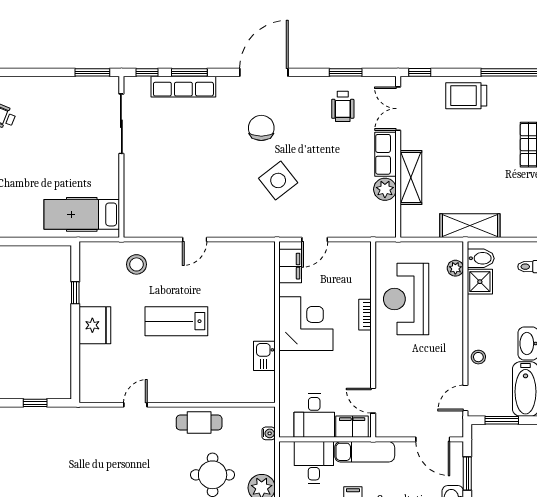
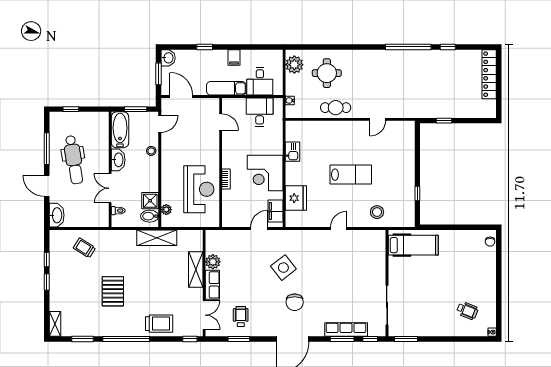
fridge: (95, 325) -> (296, 198), moved, turned 180
filing cabinet: (352, 427) -> (235, 105), removed

